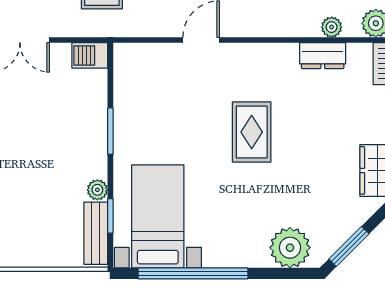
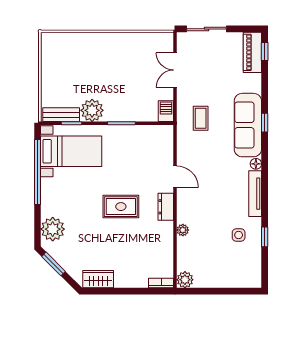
plant: (332, 27) -> (183, 230), moved
dresser: (323, 56) -> (166, 207), moved
plant: (97, 190) -> (92, 110), width x1.88, depth x1.88

